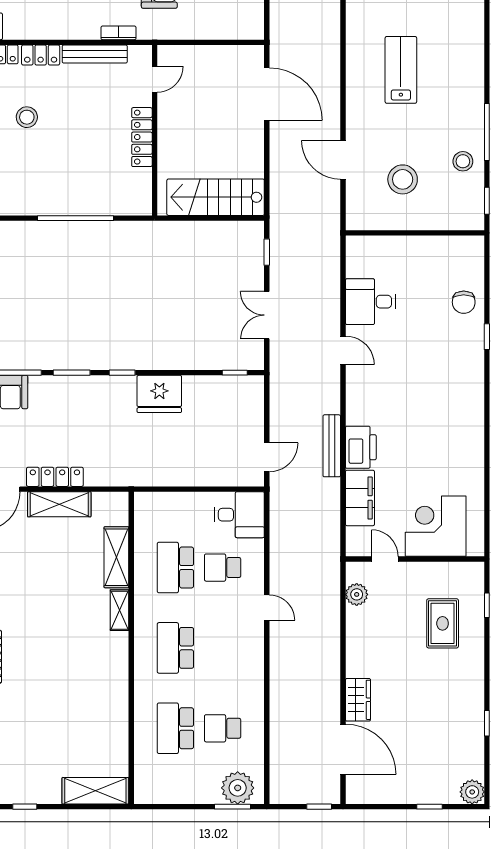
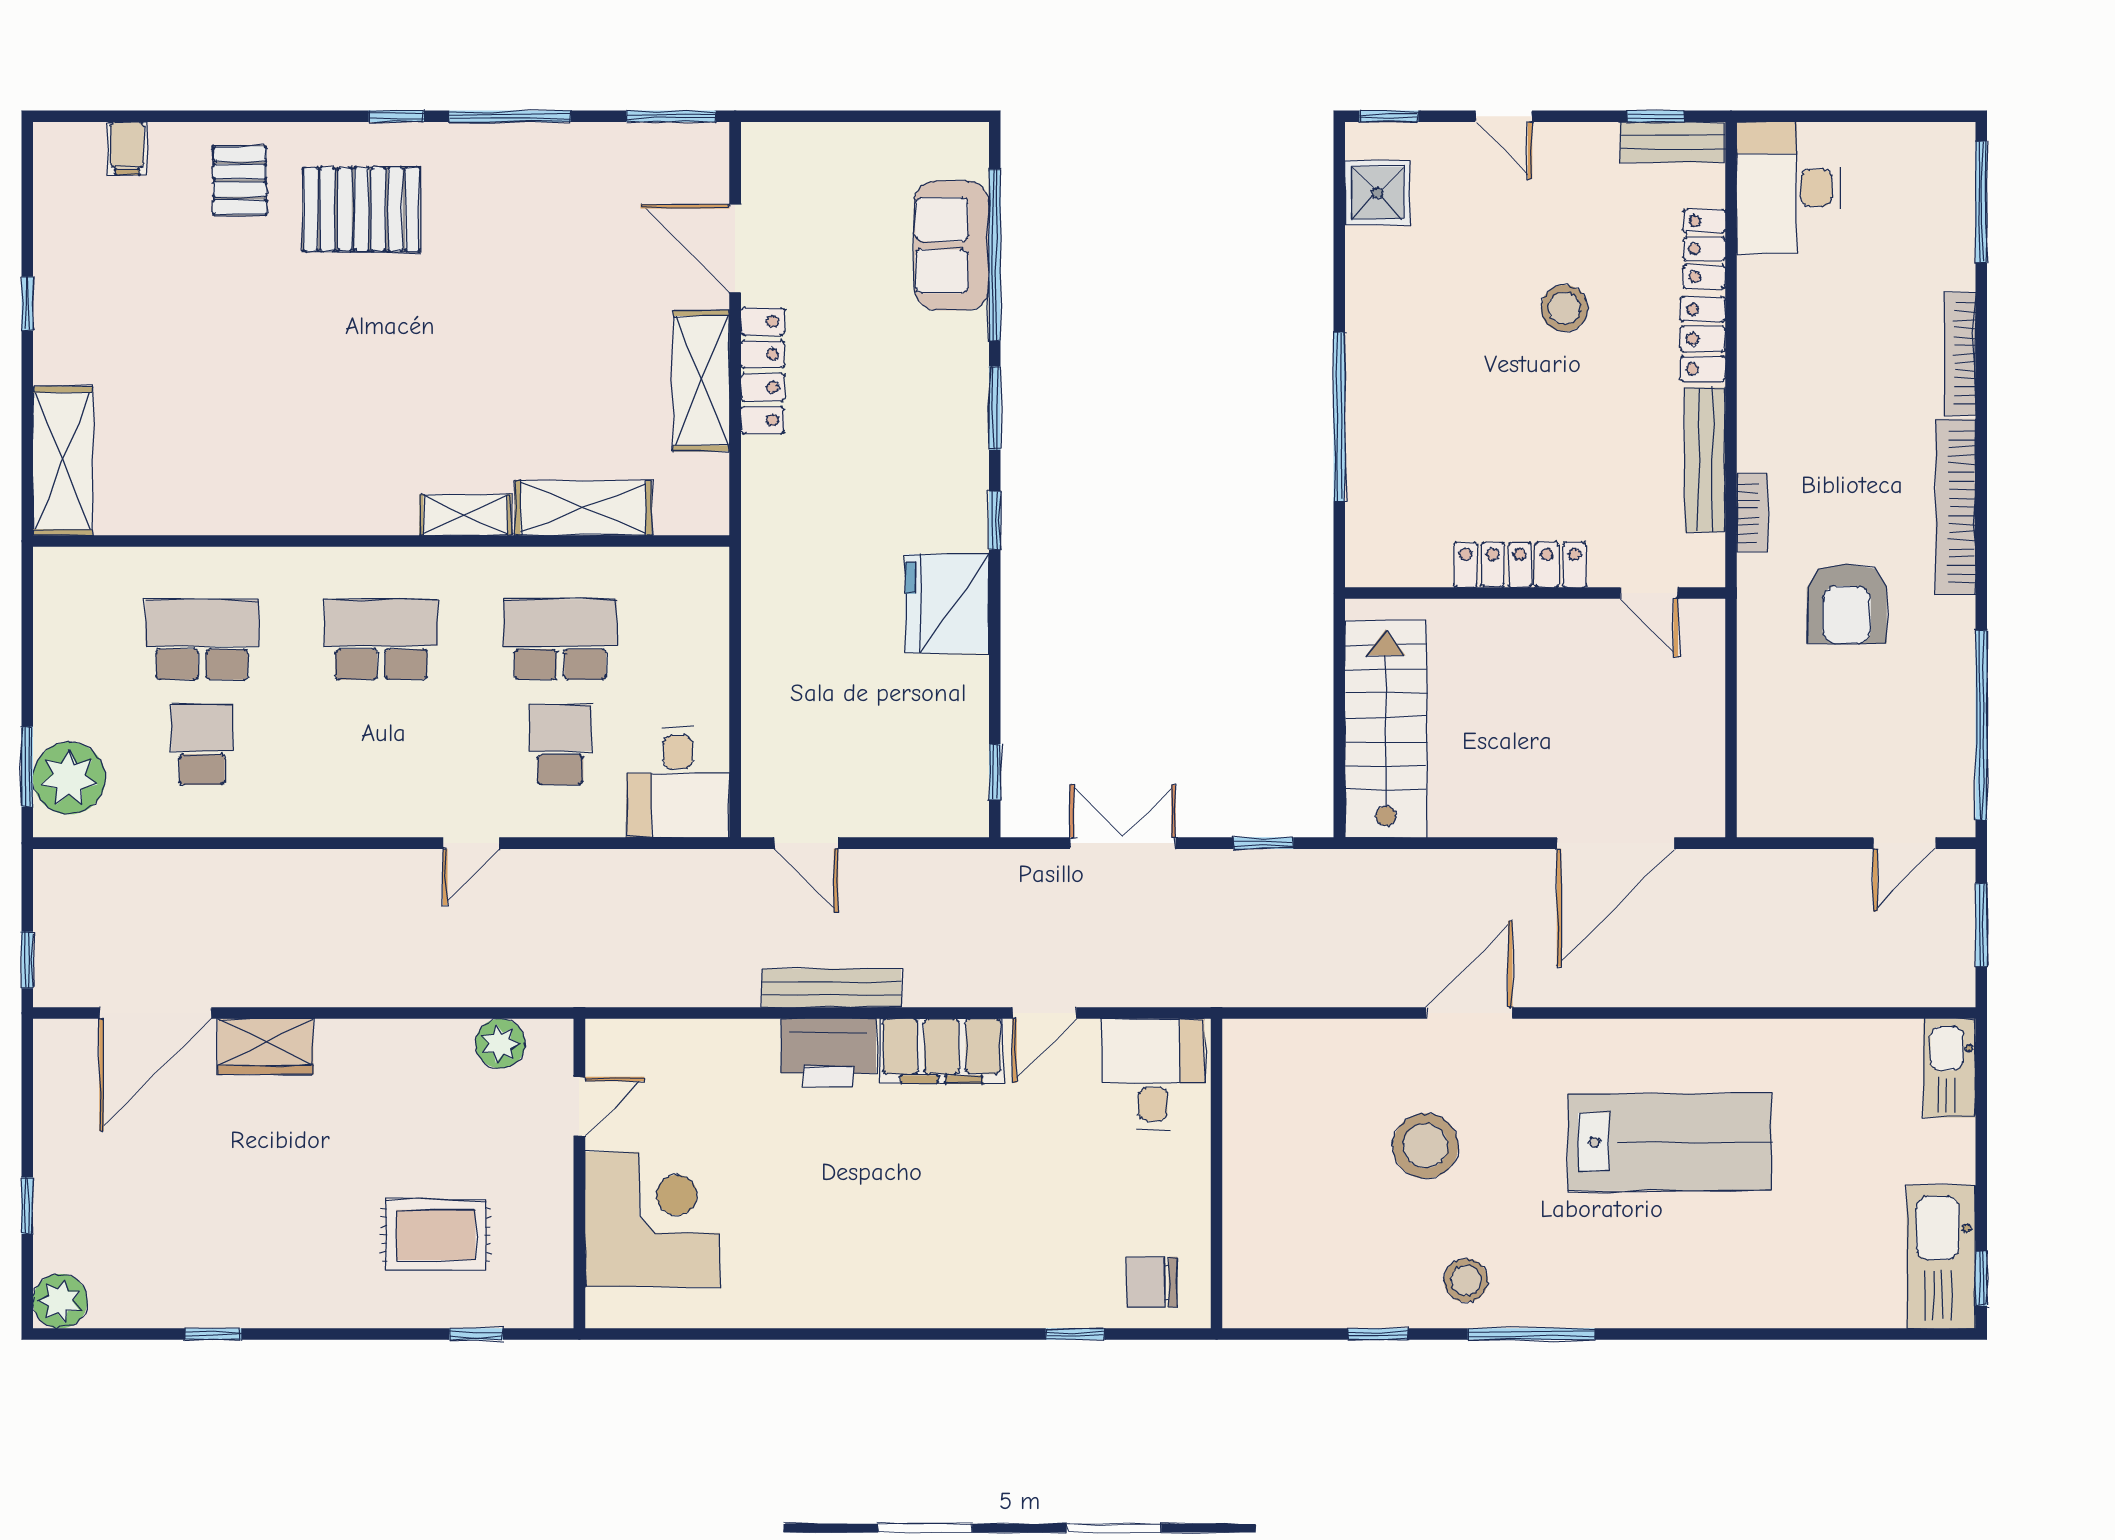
lab bench: (401, 70) -> (1670, 1142), width x1.36, depth x1.39
wall: (415, 233) -> (1217, 1174), moved
filing cabinet: (360, 498) -> (942, 1051), moved

